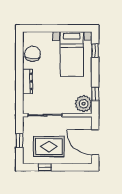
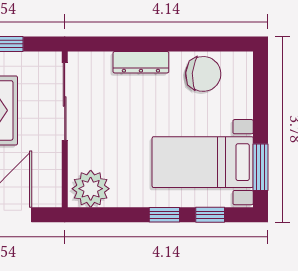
window: (74, 28) -> (261, 167), added
window: (95, 94) -> (164, 215), moved

